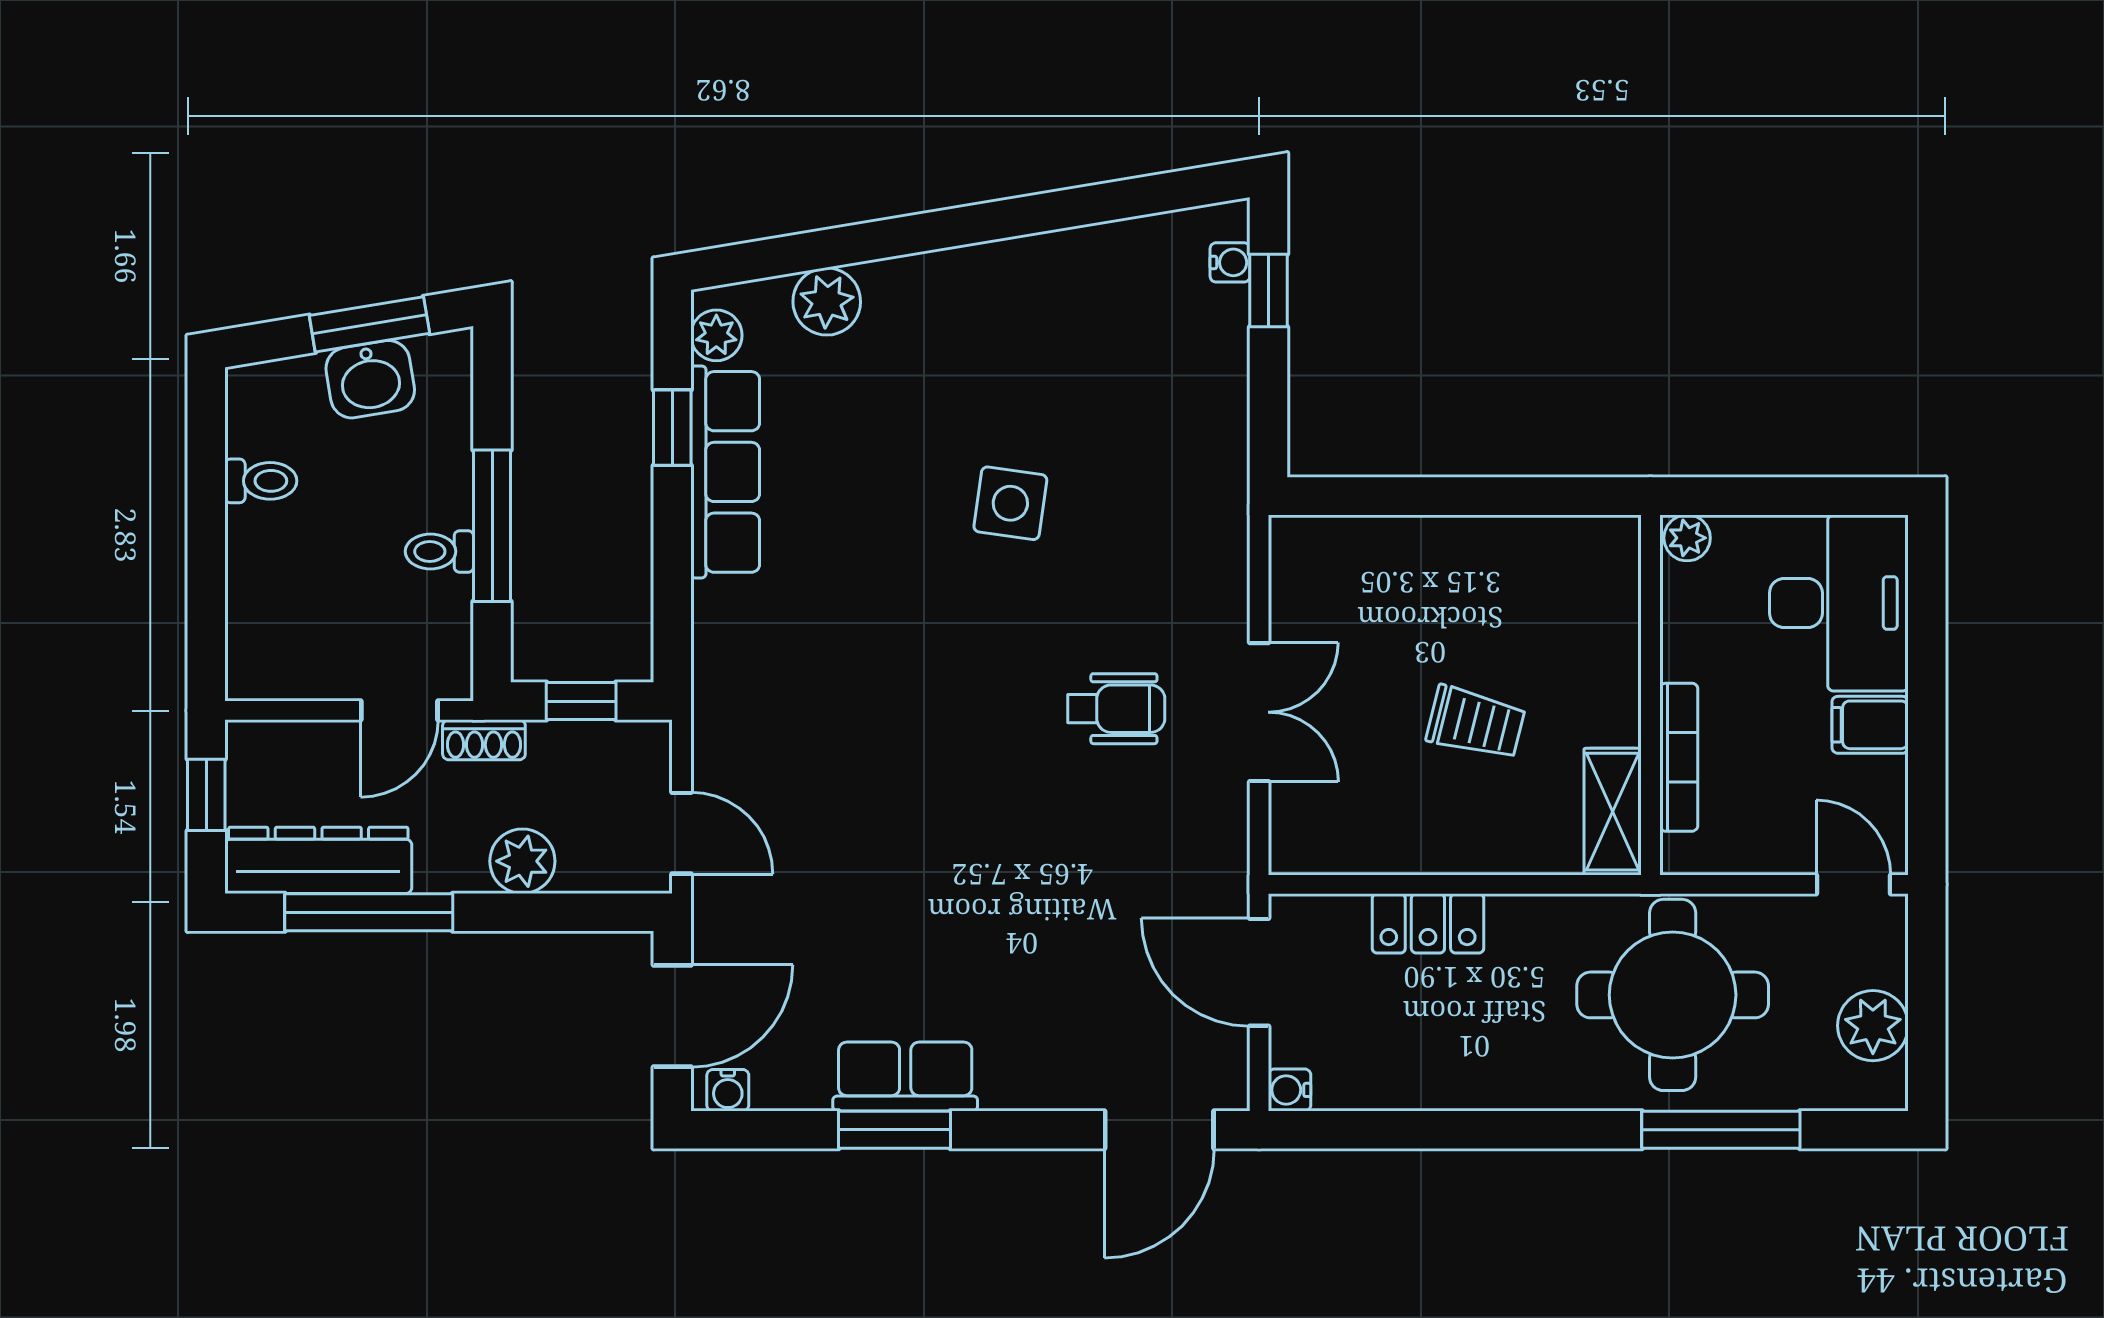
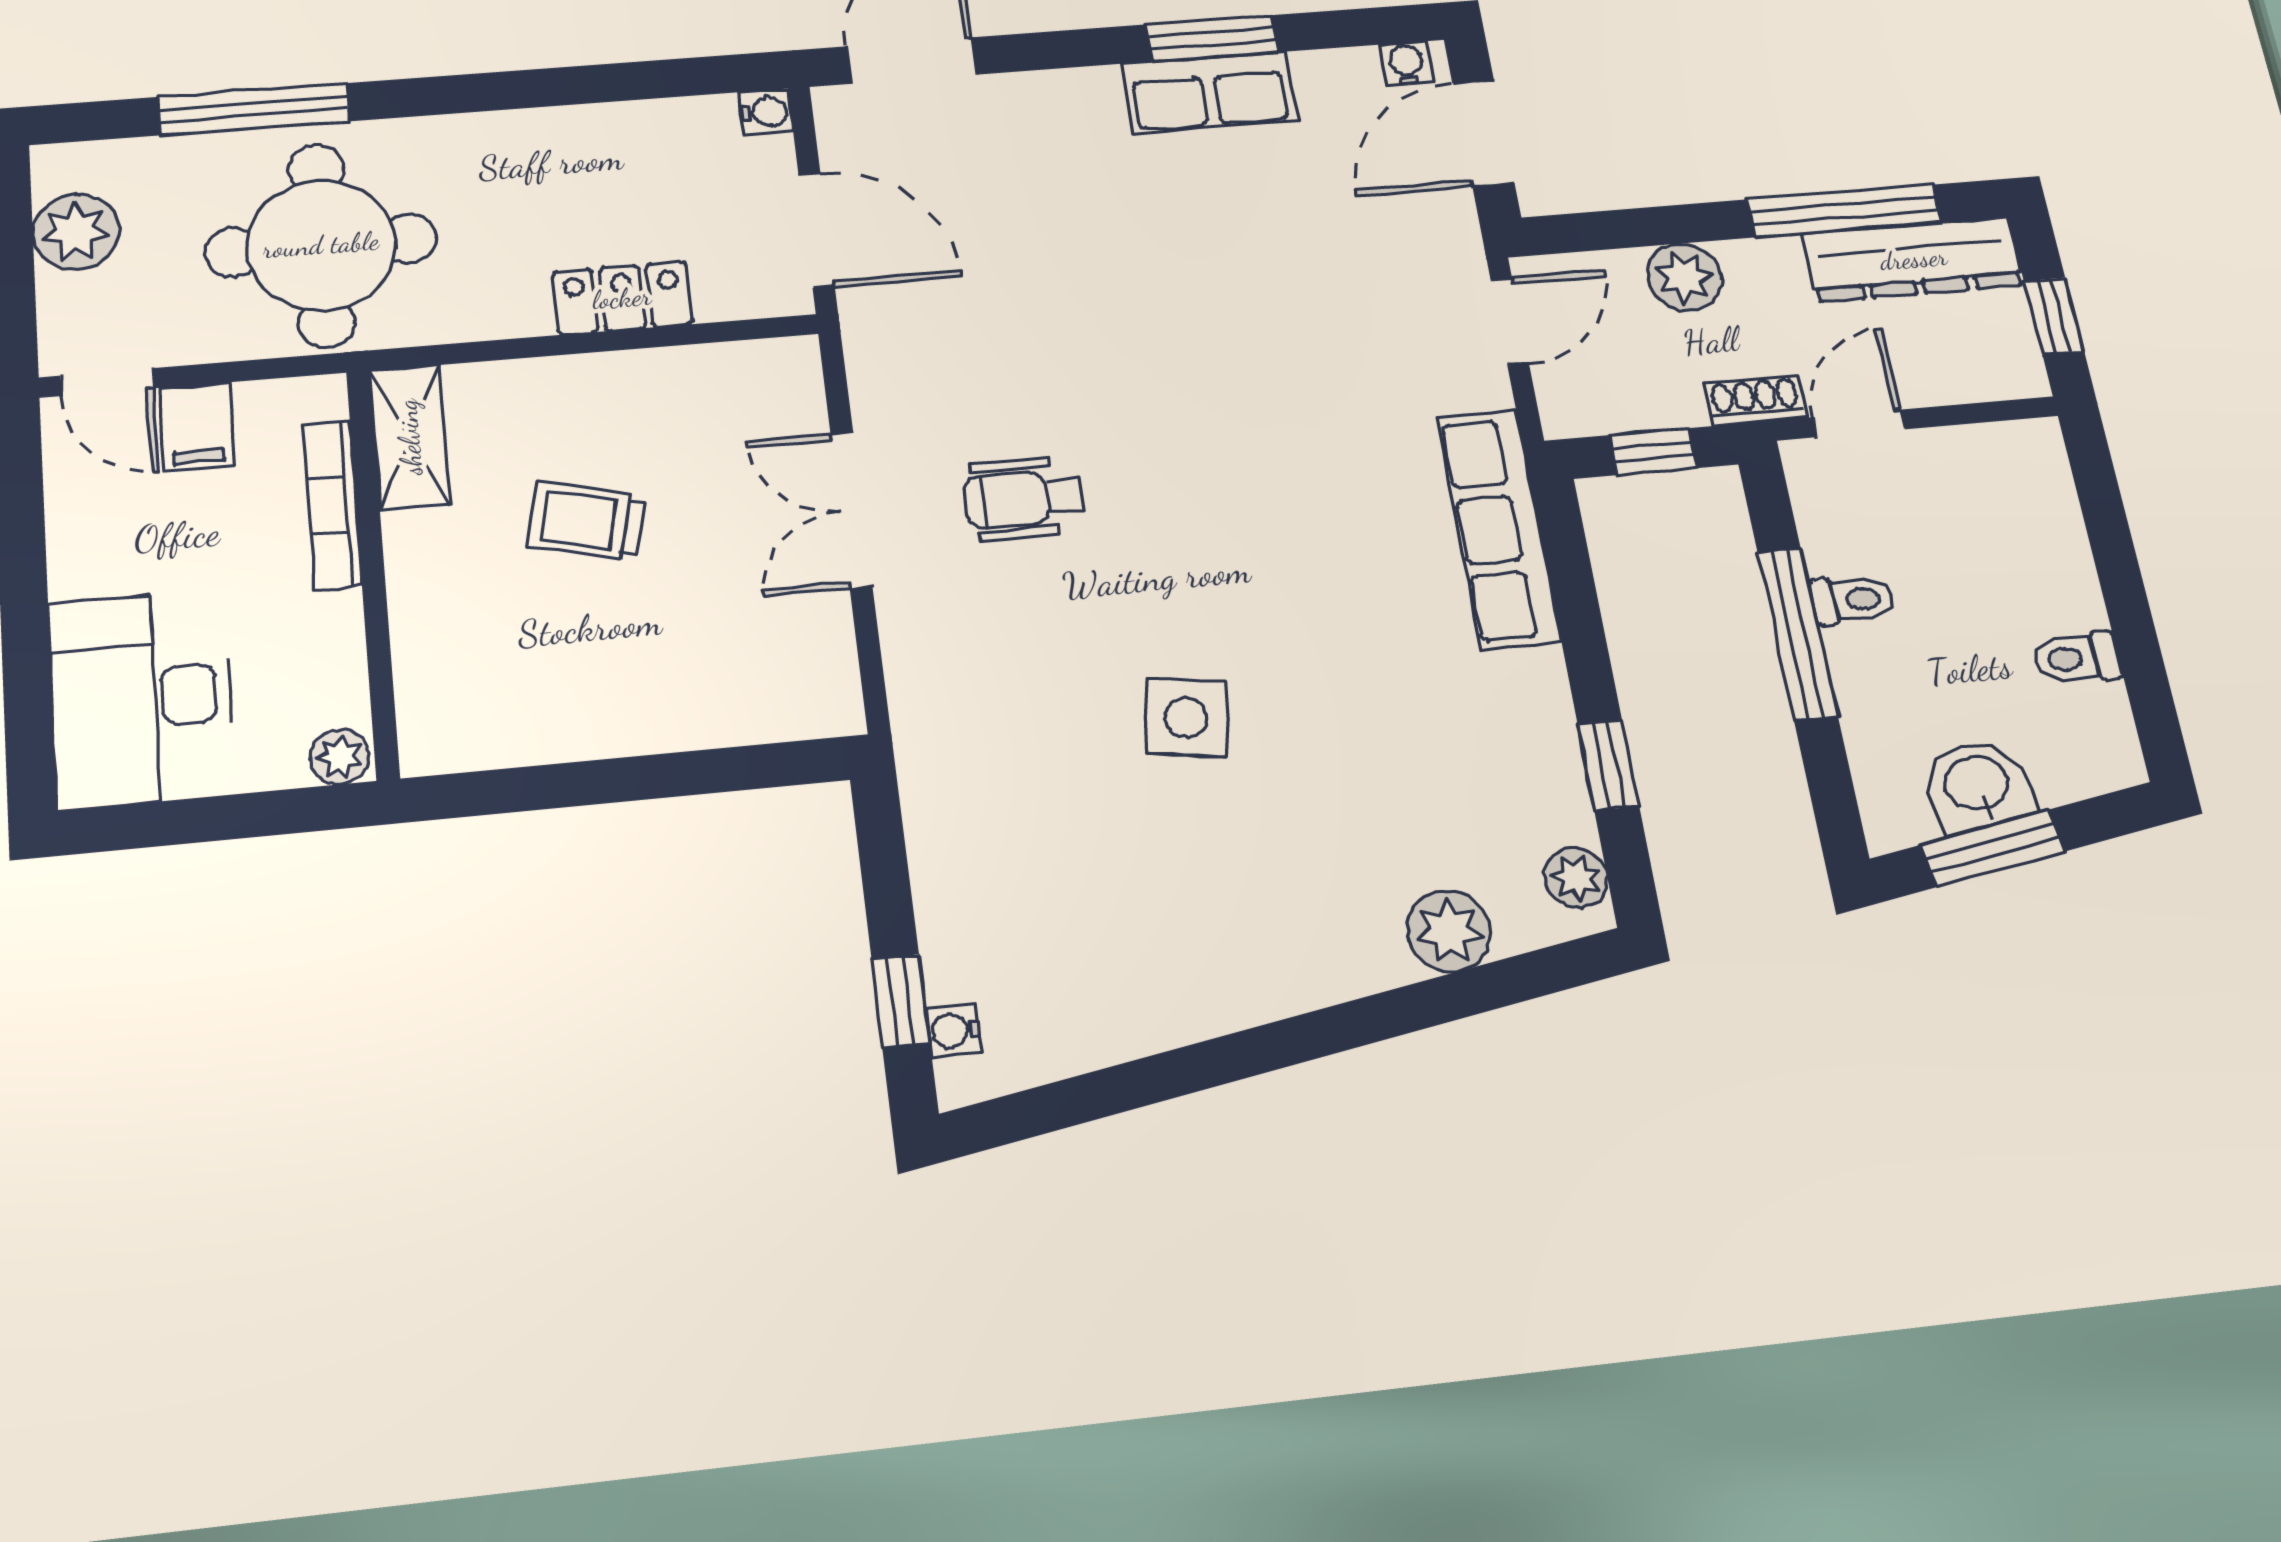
row of seats: (725, 472) -> (1499, 529), moved
filing cabinet: (1870, 725) -> (197, 427), moved, turned 90
door: (681, 833) -> (1510, 322), swing flipped

